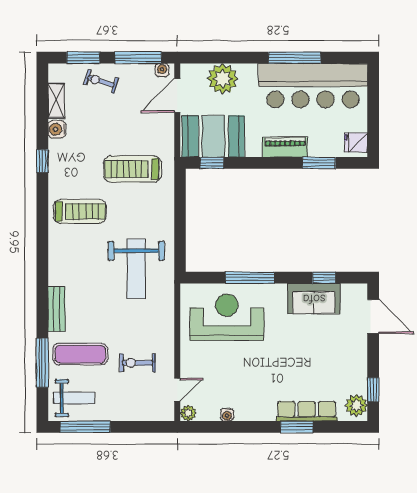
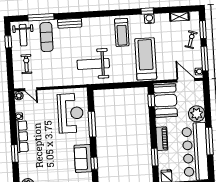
plant: (223, 79) -> (197, 114), moved
water cooler: (57, 129) -> (149, 19), moved
treadmill: (132, 169) -> (146, 59), width x1.37, depth x1.38
exercise bike: (138, 363) -> (26, 64), moved
row of seats: (307, 411) -> (22, 136), moved
window: (85, 427) -> (8, 42), width x0.46

